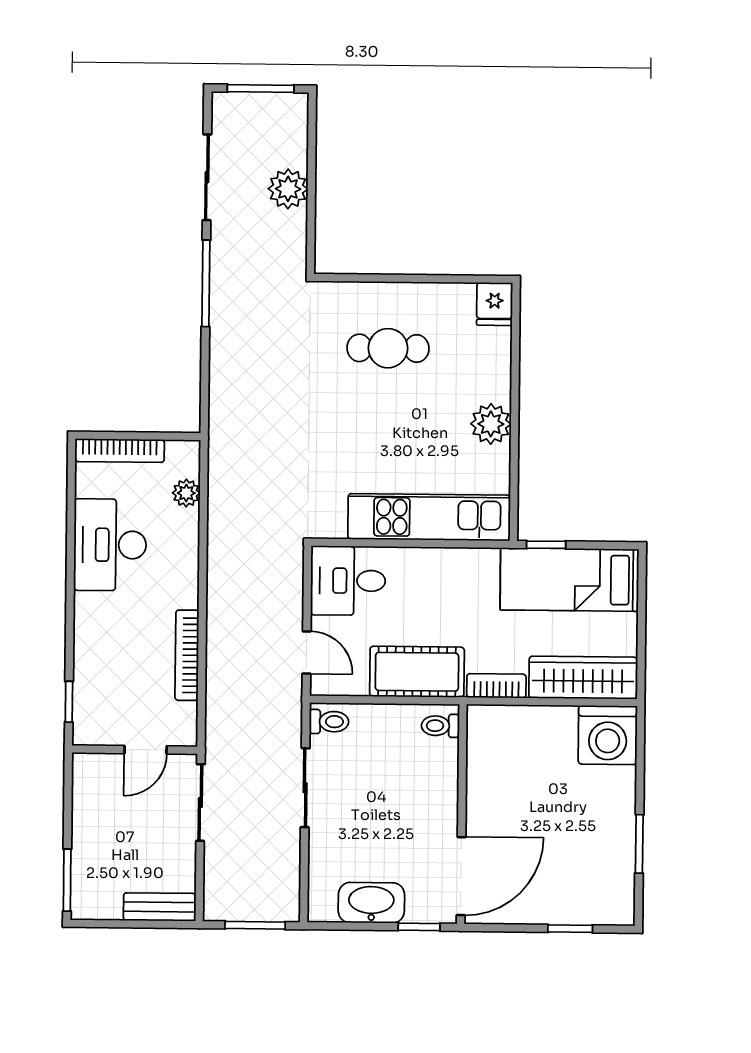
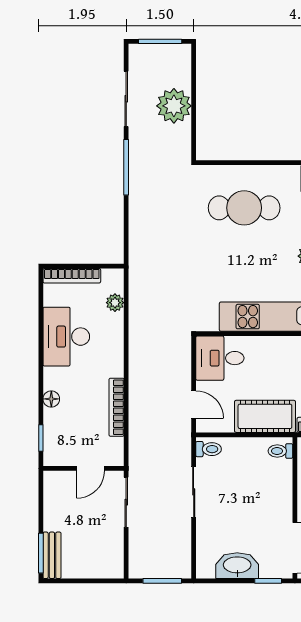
plant: (288, 189) -> (174, 106), width x1.36, depth x1.36
cafe table: (388, 348) -> (244, 208), width x1.37, depth x1.35
floor lamp: (86, 641) -> (51, 399), added
bench: (160, 907) -> (52, 555), moved, turned 90

